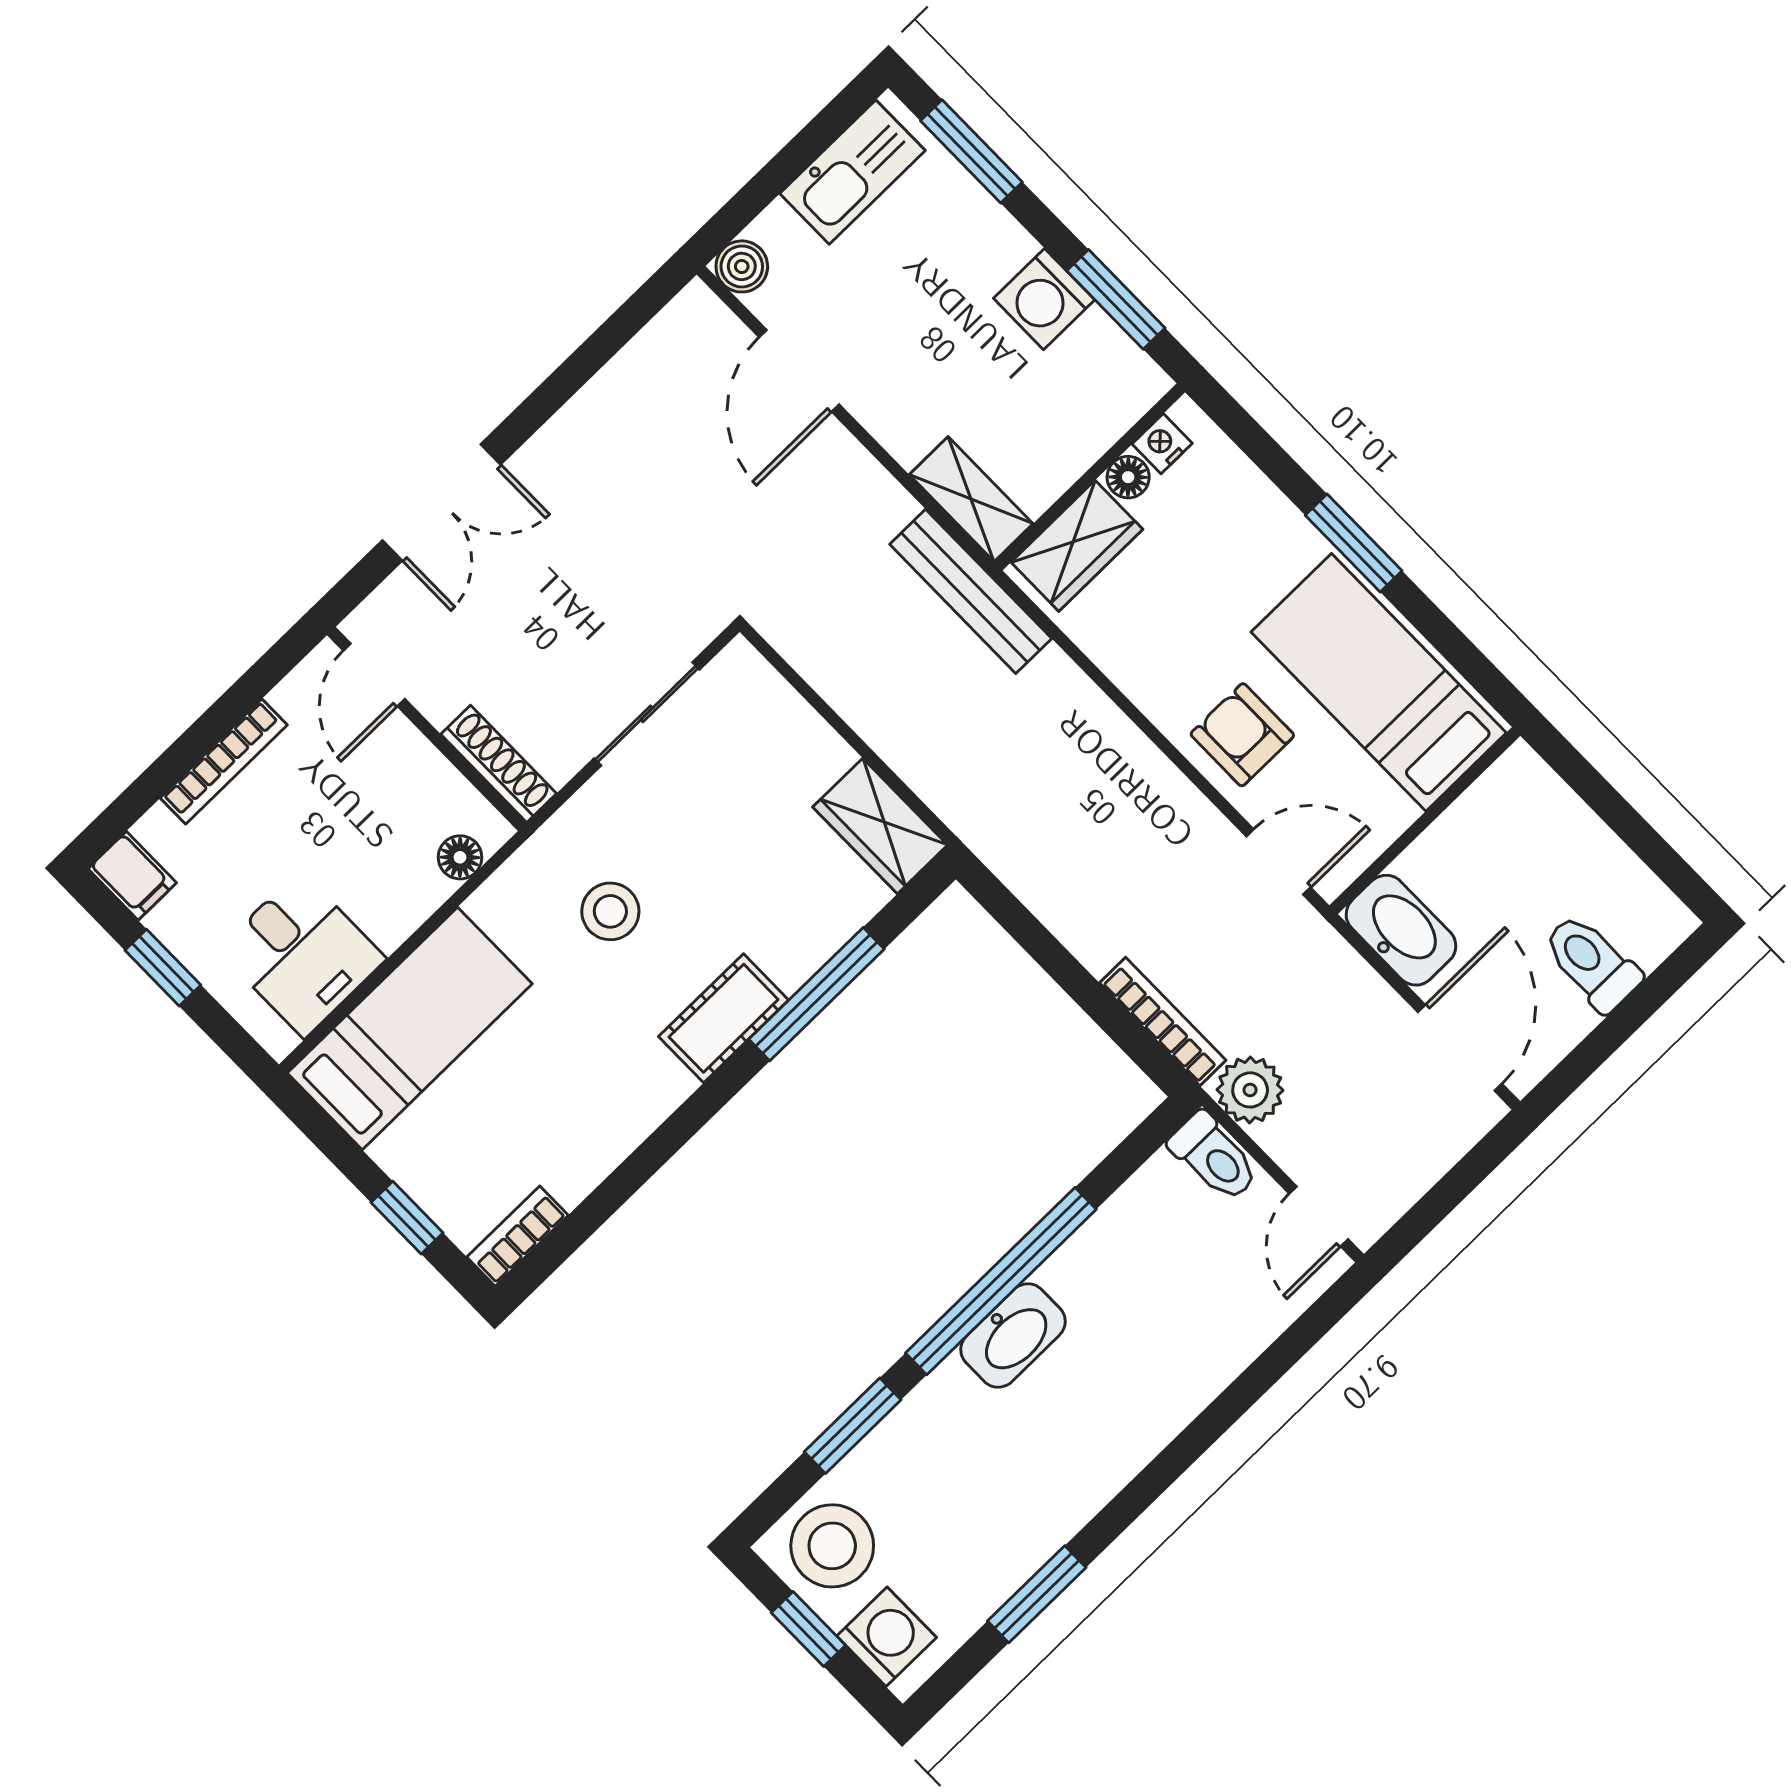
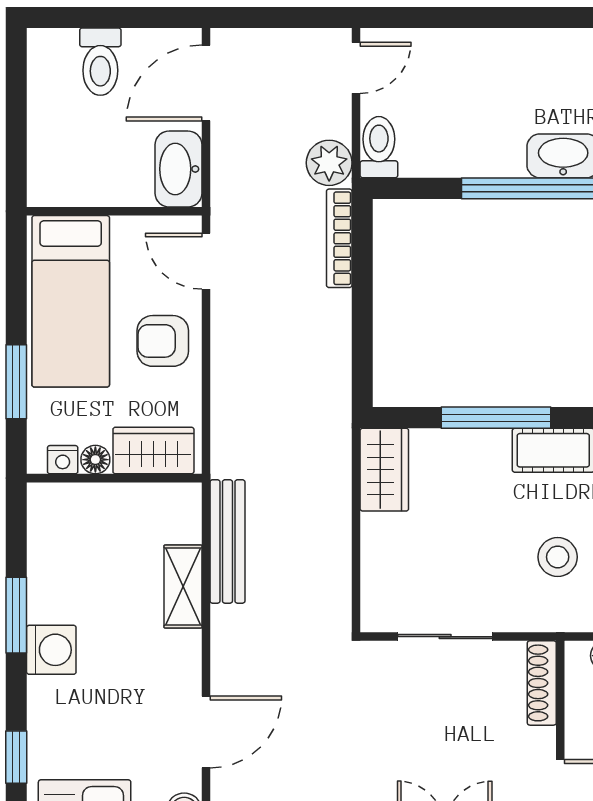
window: (971, 151) -> (16, 757), width x0.67
nightstand: (1162, 444) -> (63, 460), moved
wall: (1090, 477) -> (114, 478), moved
floor lamp: (1128, 477) -> (95, 460), moved
wardrobe: (1077, 546) -> (153, 451), moved
armchair: (1242, 735) -> (163, 341), turned 90

